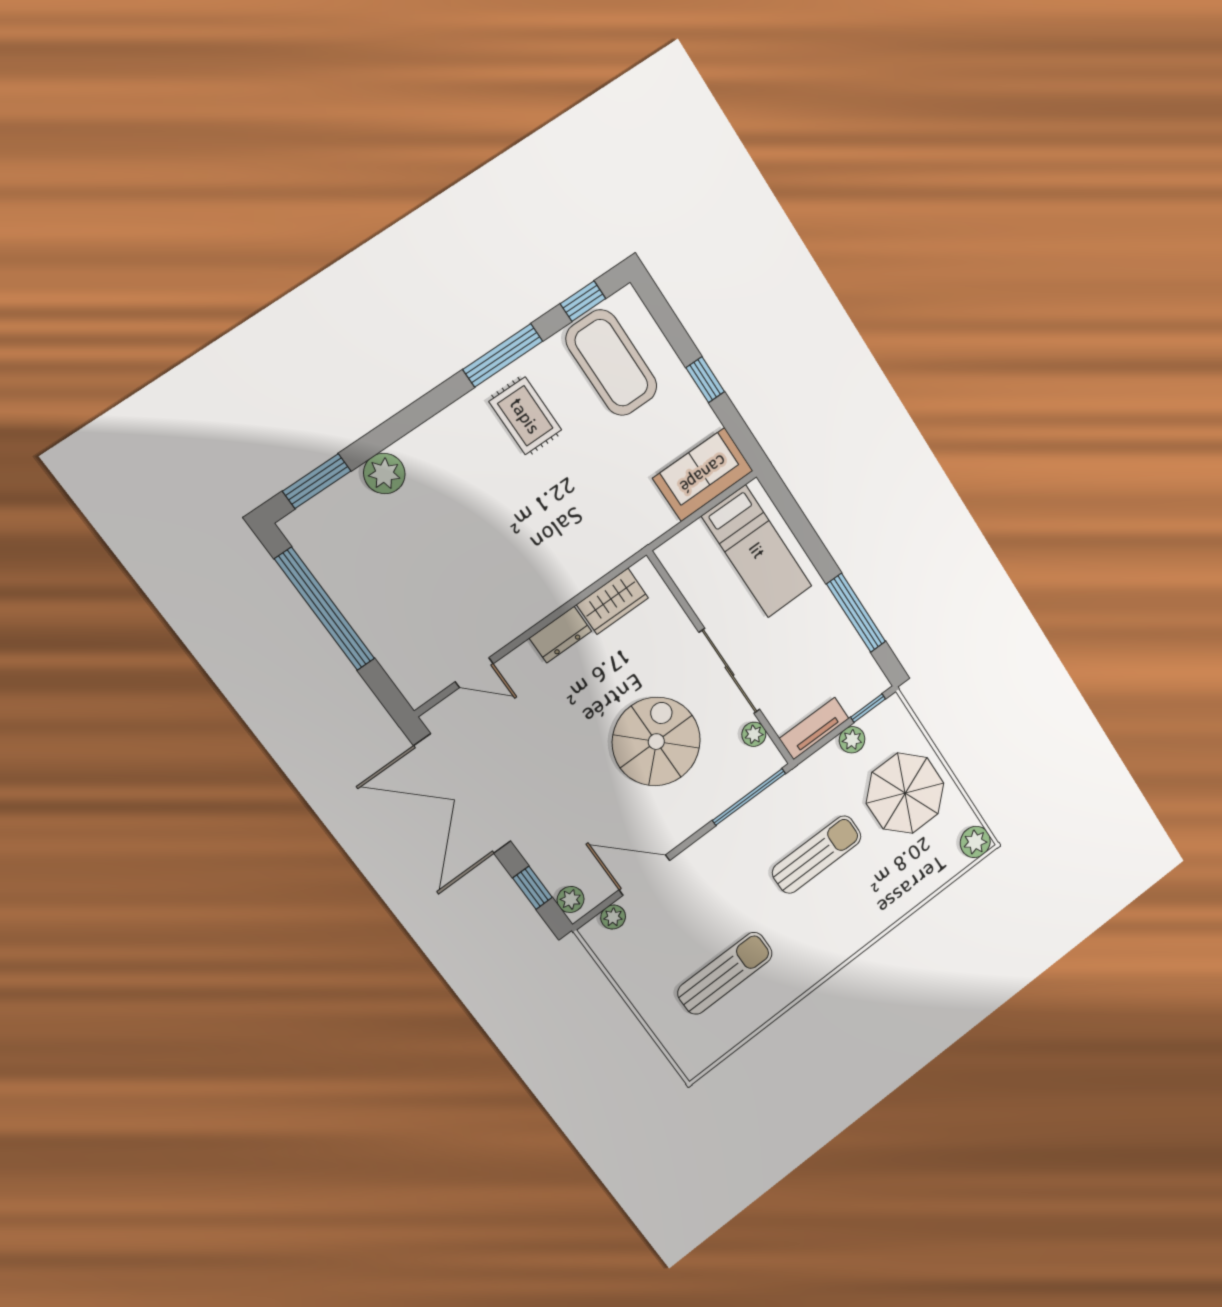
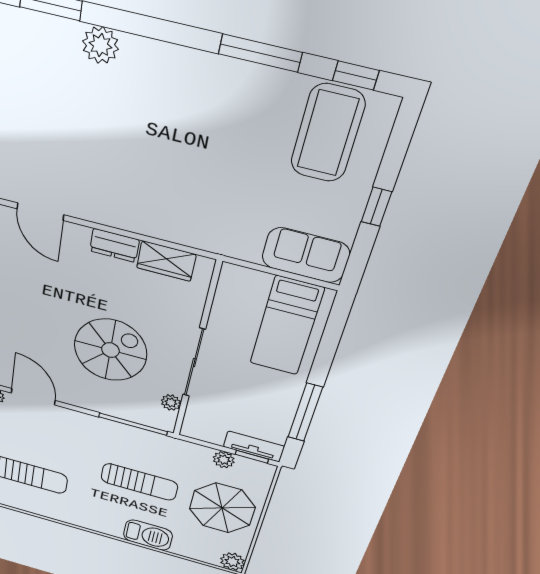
rug: (525, 416) -> (232, 106), removed
door: (474, 673) -> (40, 212), width x1.38
tv unit: (814, 728) -> (254, 446), moved
barbecue: (885, 907) -> (148, 535), added

